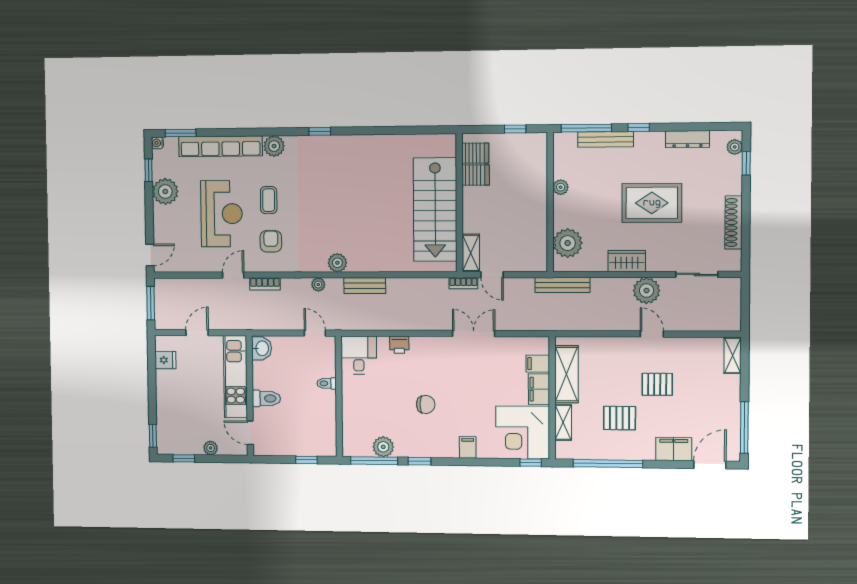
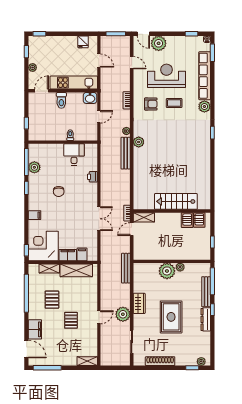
dresser: (688, 139) -> (206, 319), moved
plant: (165, 191) -> (159, 43), moved
stairs: (435, 210) -> (176, 201), width x0.73, depth x0.66
reception desk: (222, 214) -> (167, 76), turned 180
plant: (568, 243) -> (167, 271), moved
door: (233, 275) -> (132, 63), moved
bench: (365, 286) -> (126, 153), width x1.36
door: (315, 333) -> (99, 117), moved
desk: (359, 355) -> (74, 155), moved, turned -90

